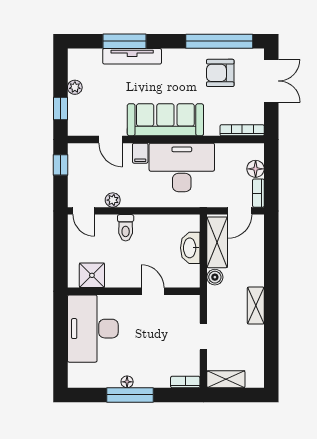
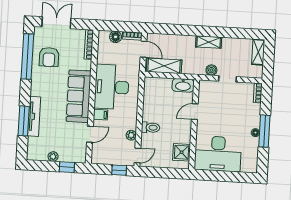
window: (60, 165) -> (119, 170), moved
washbasin: (190, 248) -> (183, 85), moved
boiler: (215, 277) -> (211, 70), moved
shelving: (226, 379) -> (258, 52), moved

